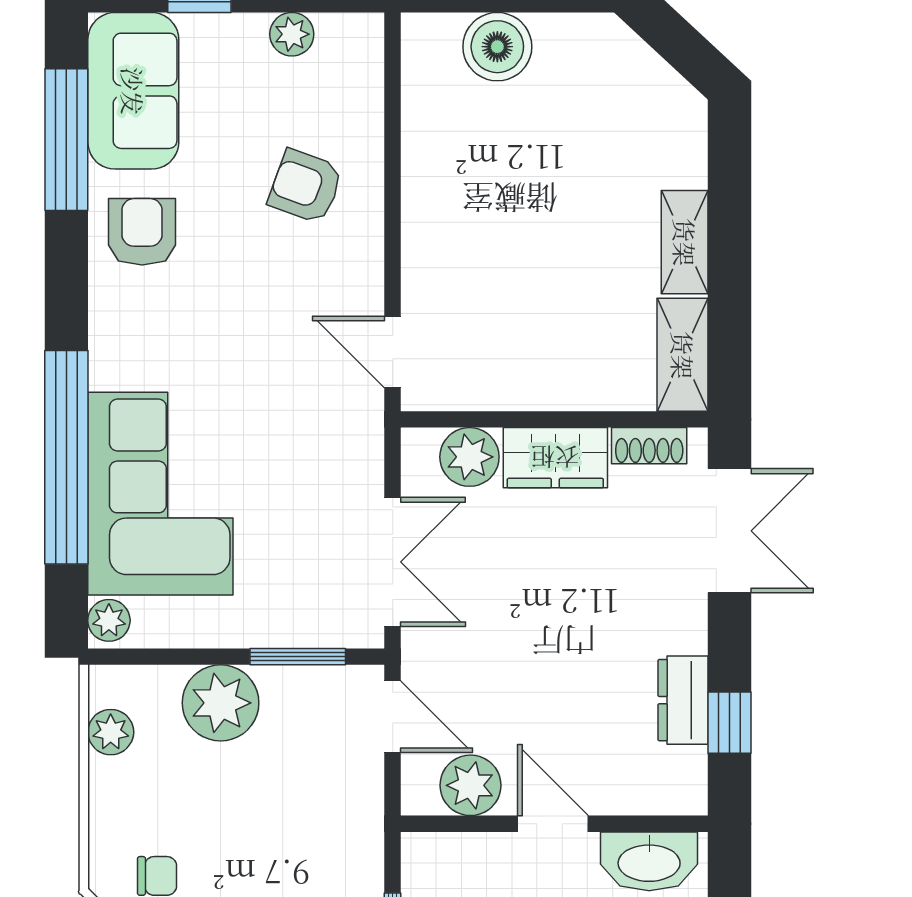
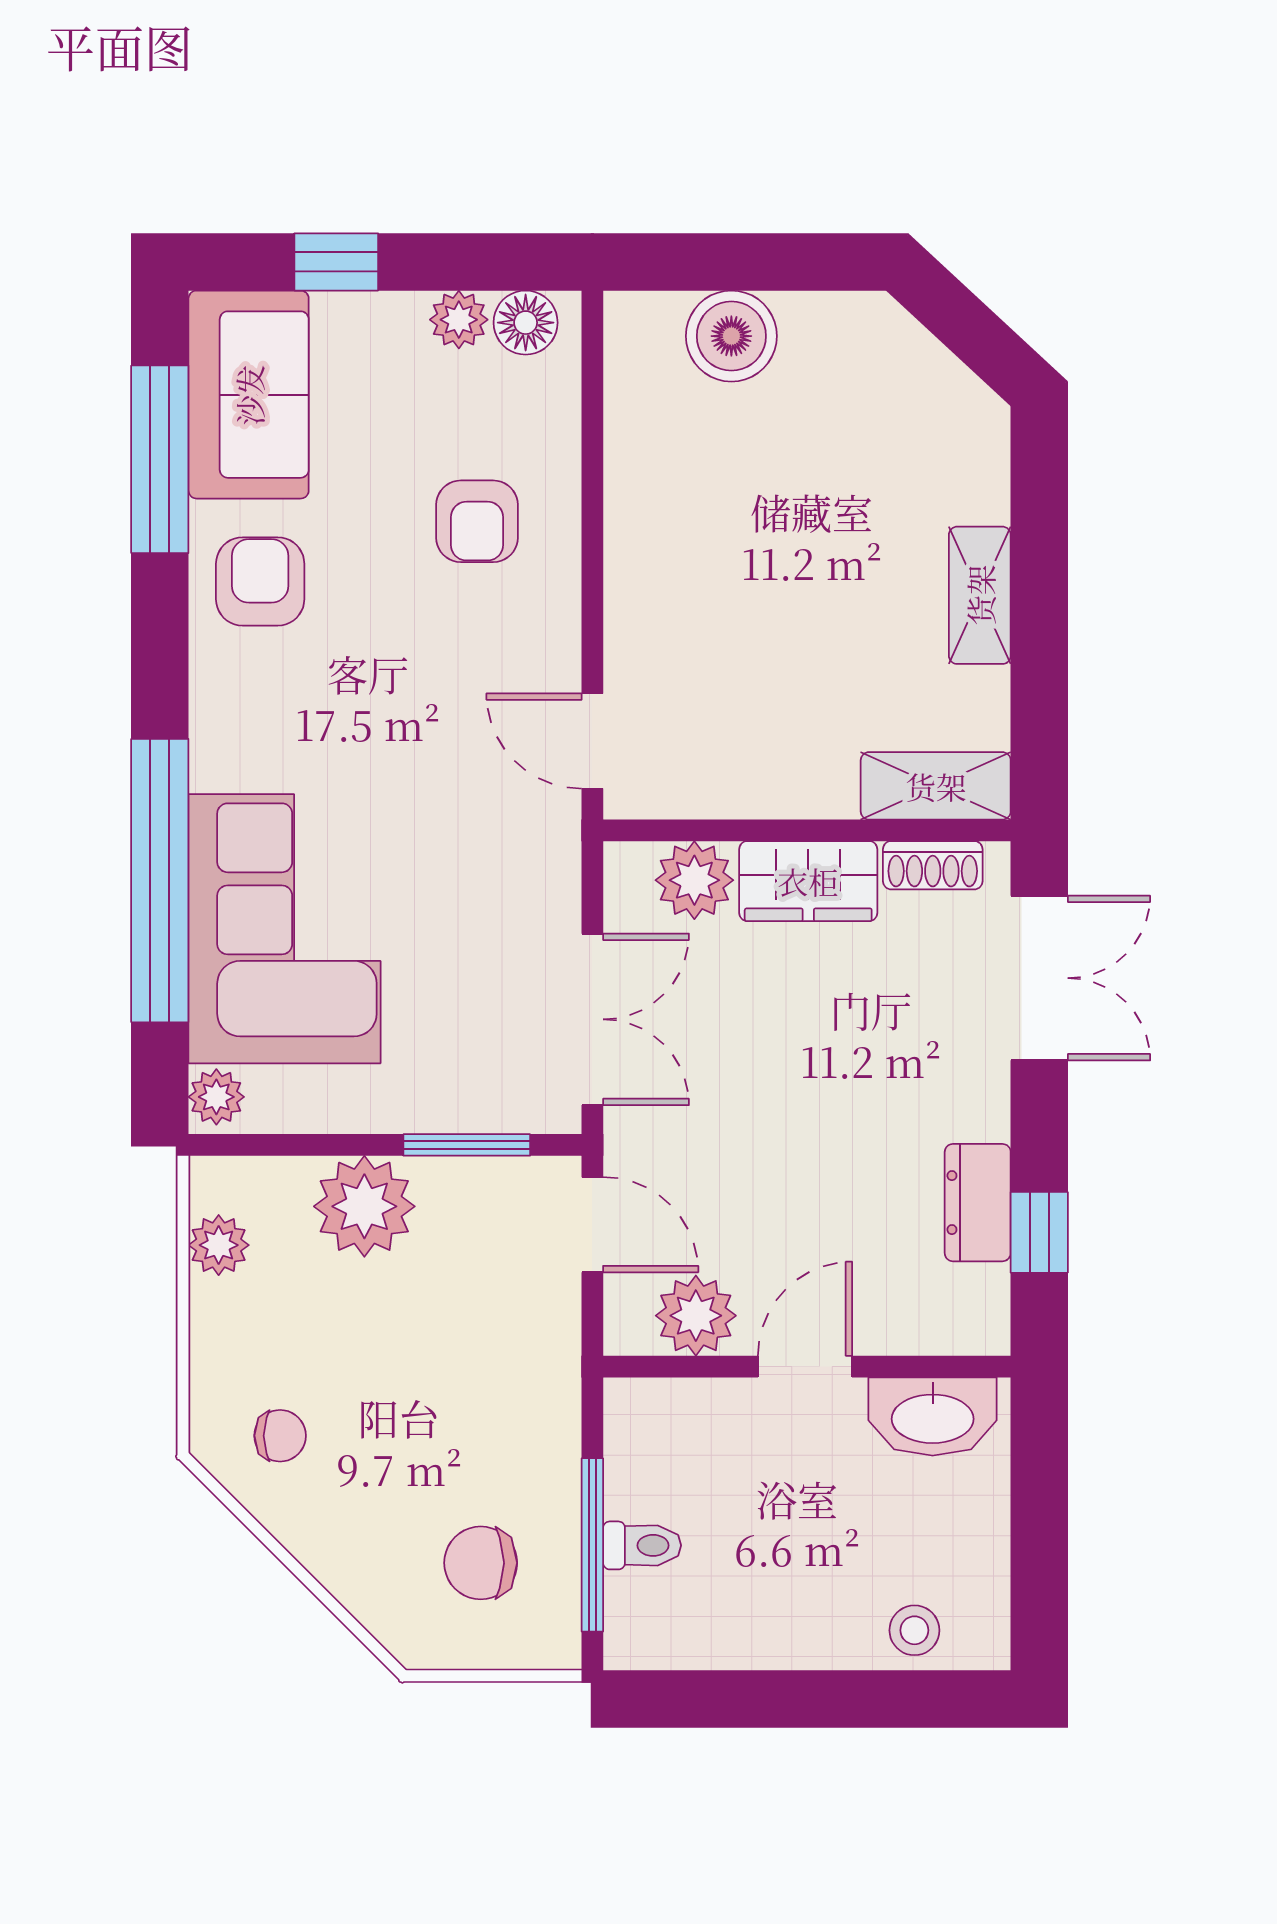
floor lamp: (342, 36) -> (526, 323), added
armchair: (306, 186) -> (477, 521), turned -110
shelving: (683, 355) -> (936, 786), moved, turned 90
door: (553, 824) -> (805, 1367), hinge flipped

